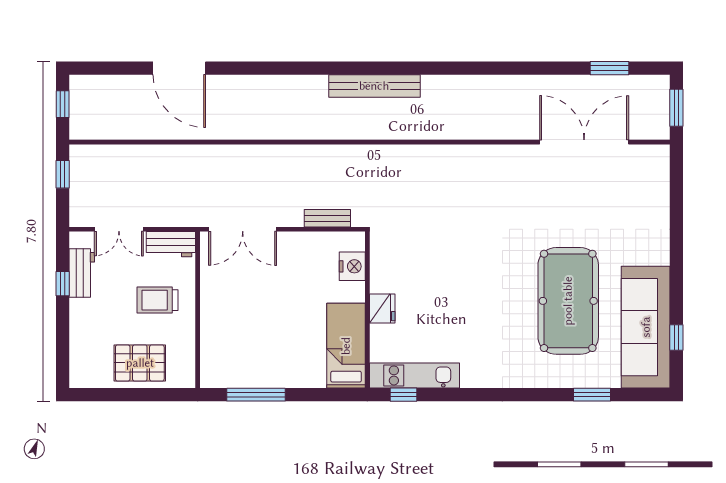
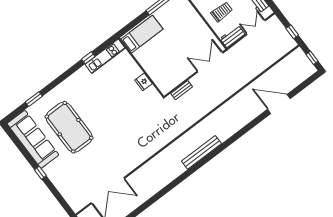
nightstand: (352, 266) -> (159, 79), removed
fridge: (382, 309) -> (143, 82), moved
window: (676, 337) -> (40, 173), moved
bed: (346, 346) -> (142, 34), moved, turned -90
window: (403, 395) -> (88, 58), moved

